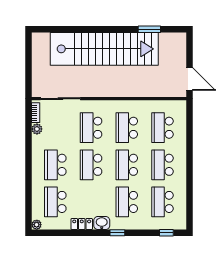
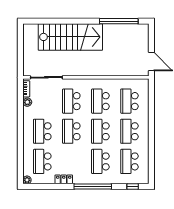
window: (149, 29) -> (119, 21), width x2.11
stairs: (104, 49) -> (70, 37), width x0.73
washbasin: (102, 223) -> (80, 179), removed
window: (117, 233) -> (93, 187), width x3.17

